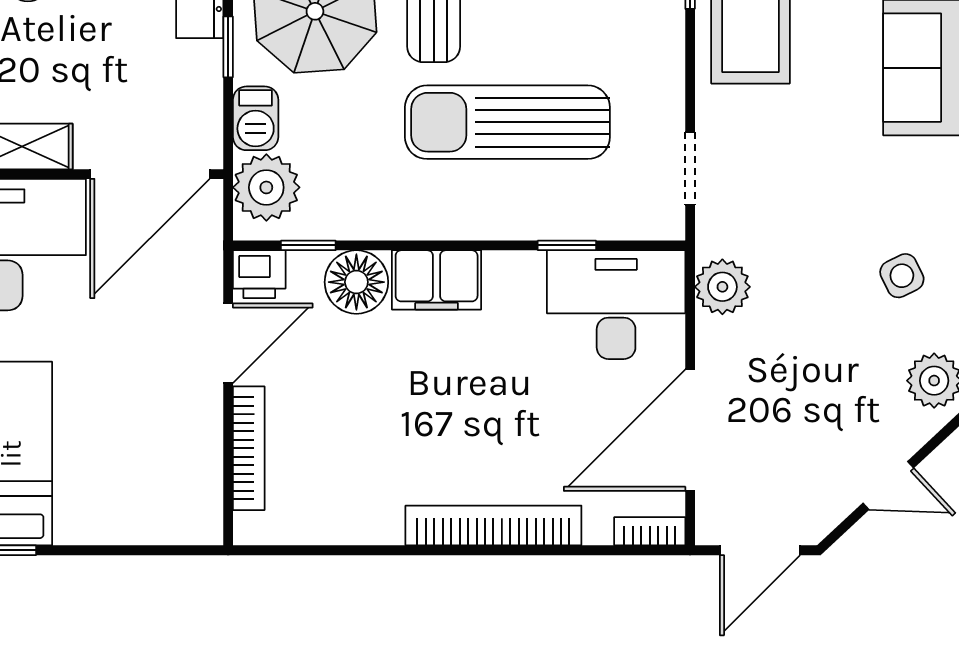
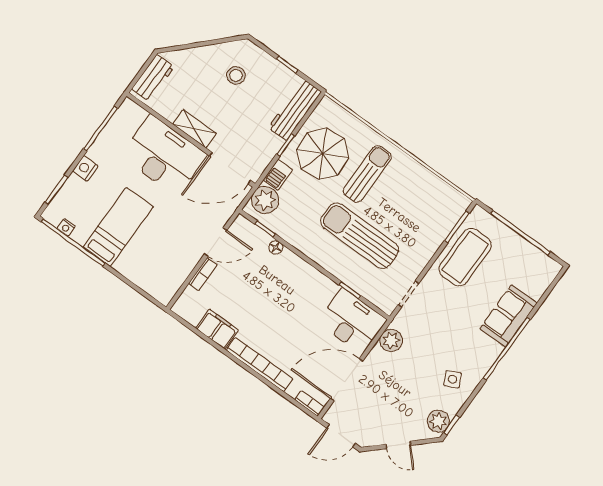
printer: (259, 274) -> (242, 227), removed
filing cabinet: (437, 280) -> (217, 329), moved, turned 180
floor lamp: (356, 282) -> (276, 247), width x0.53, depth x0.53
bookcase: (249, 448) -> (203, 274), width x0.64

